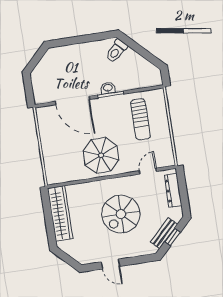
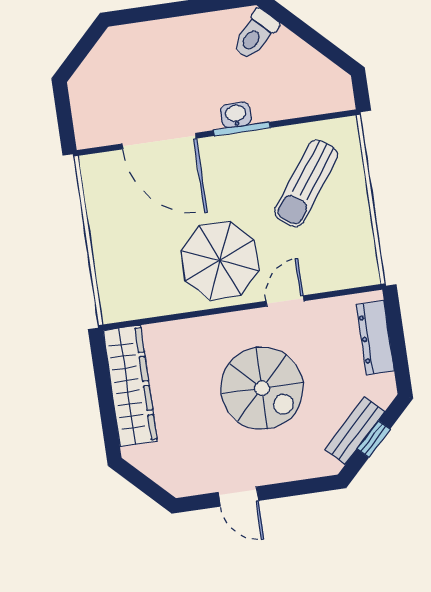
sun lounger: (141, 119) -> (306, 183), turned 36
door: (148, 171) -> (285, 301), moved
spiral stairs: (121, 214) -> (262, 388), turned -90

